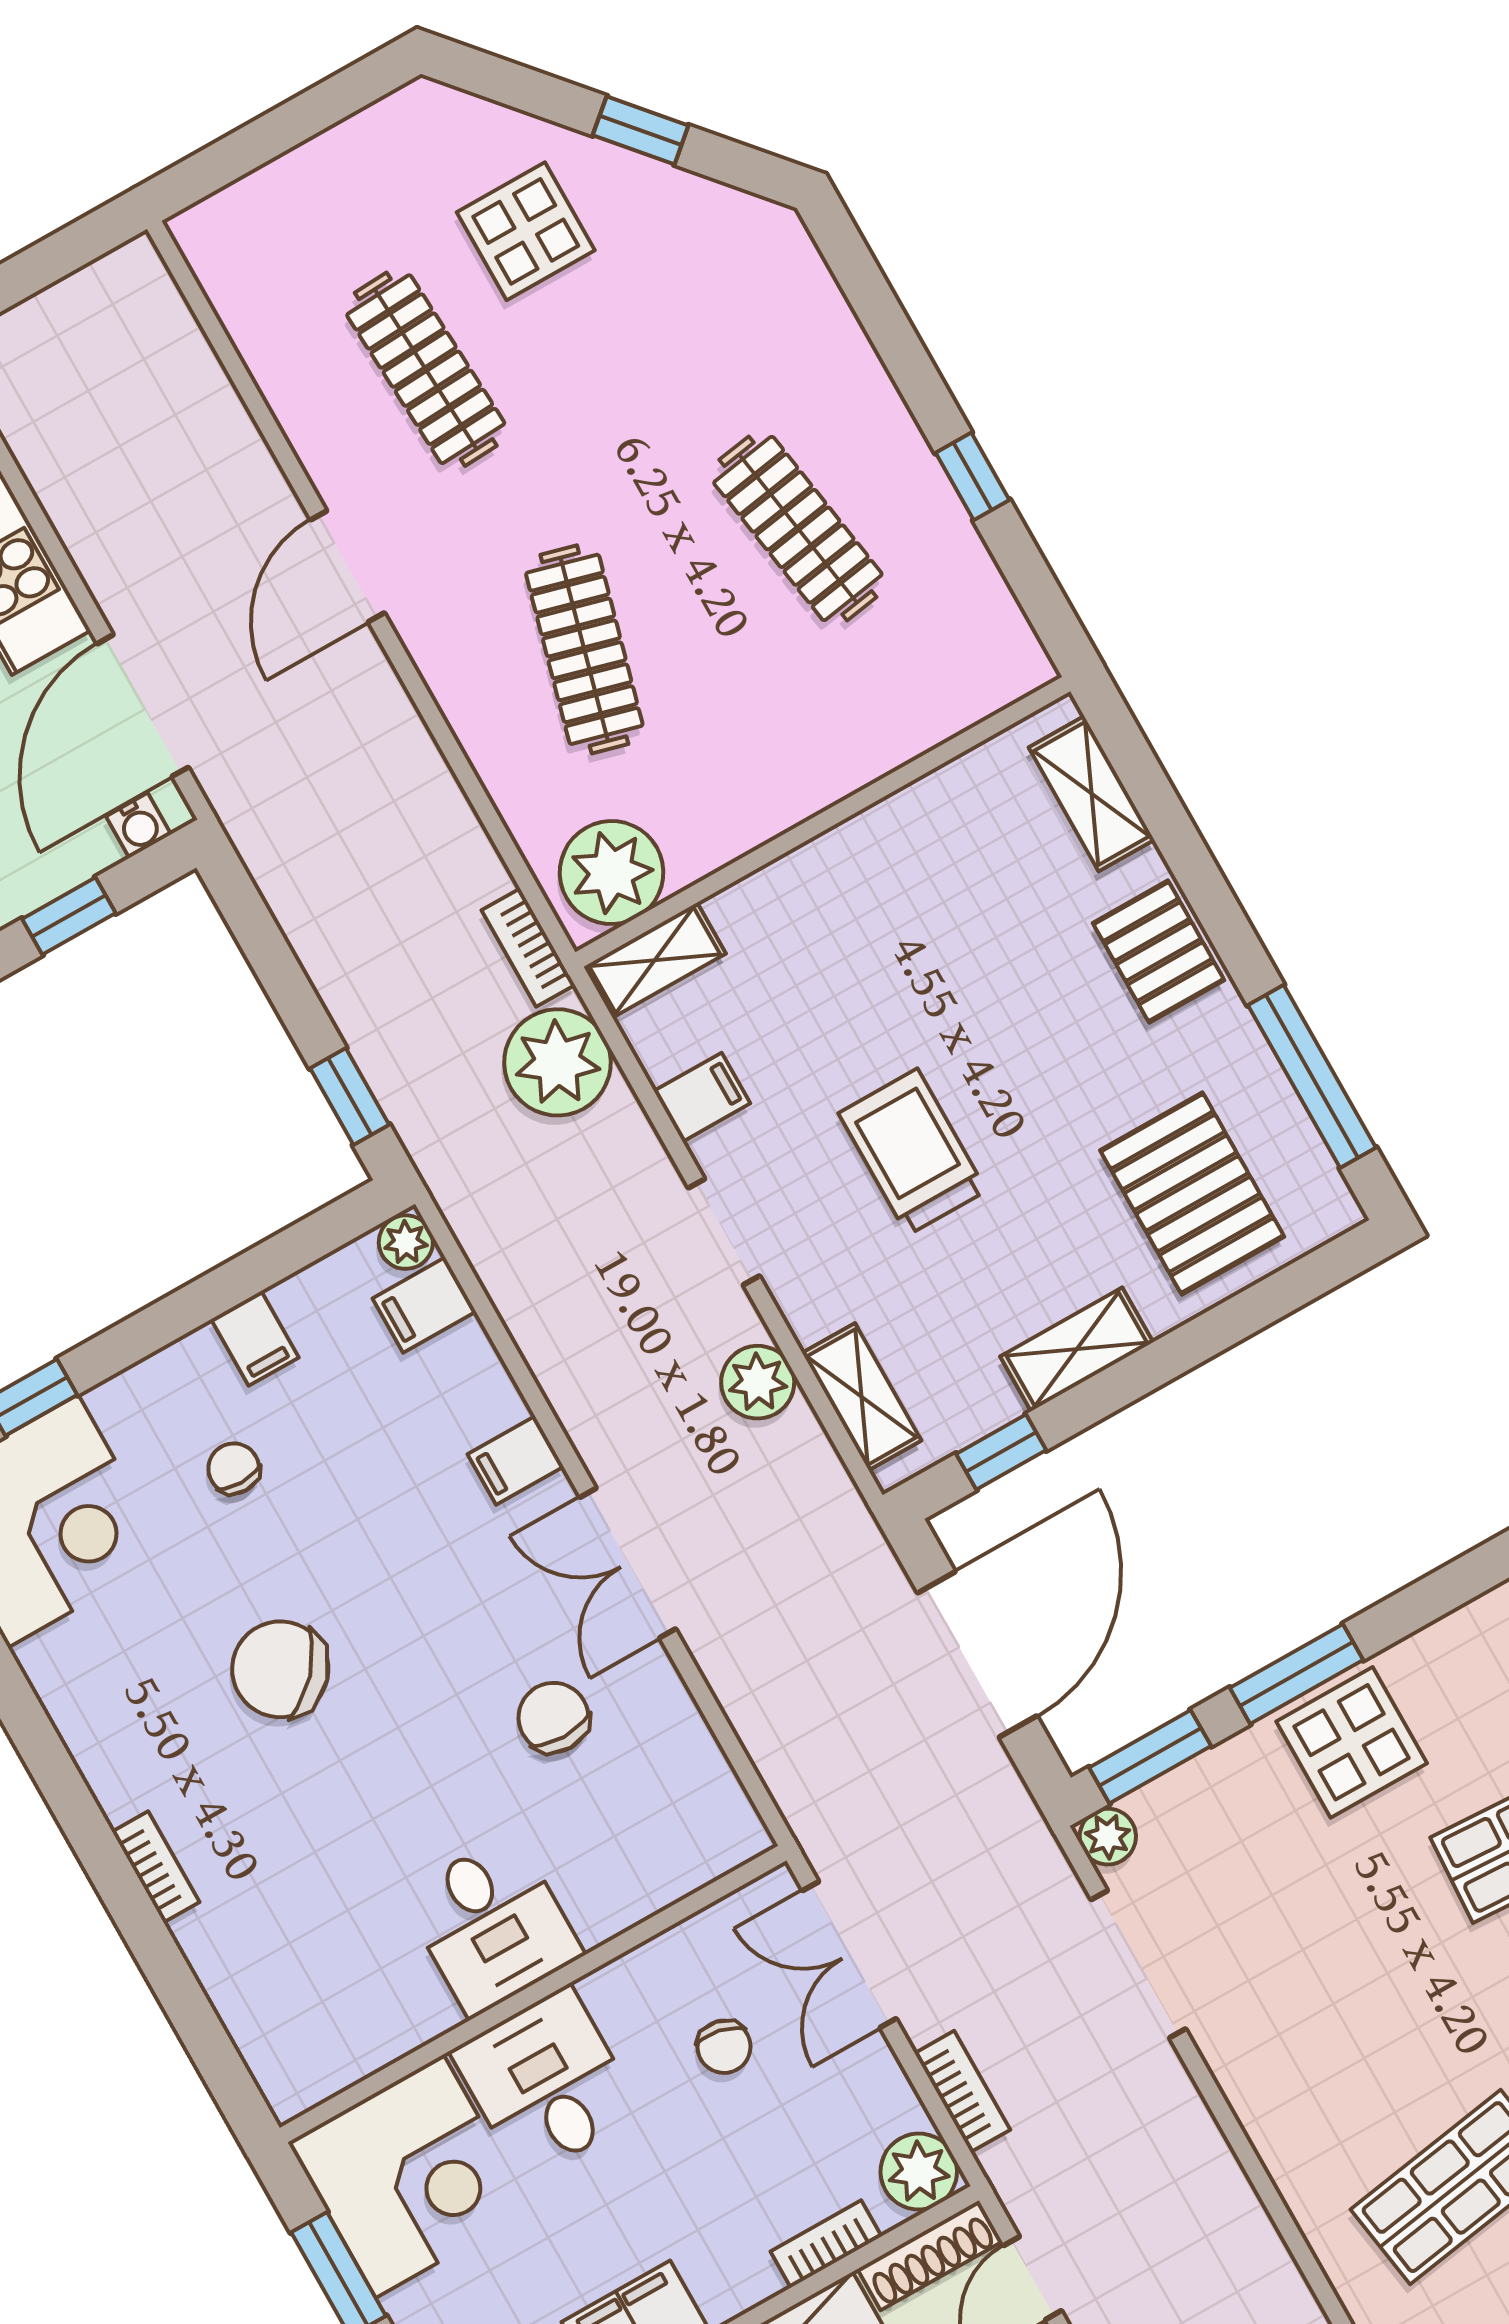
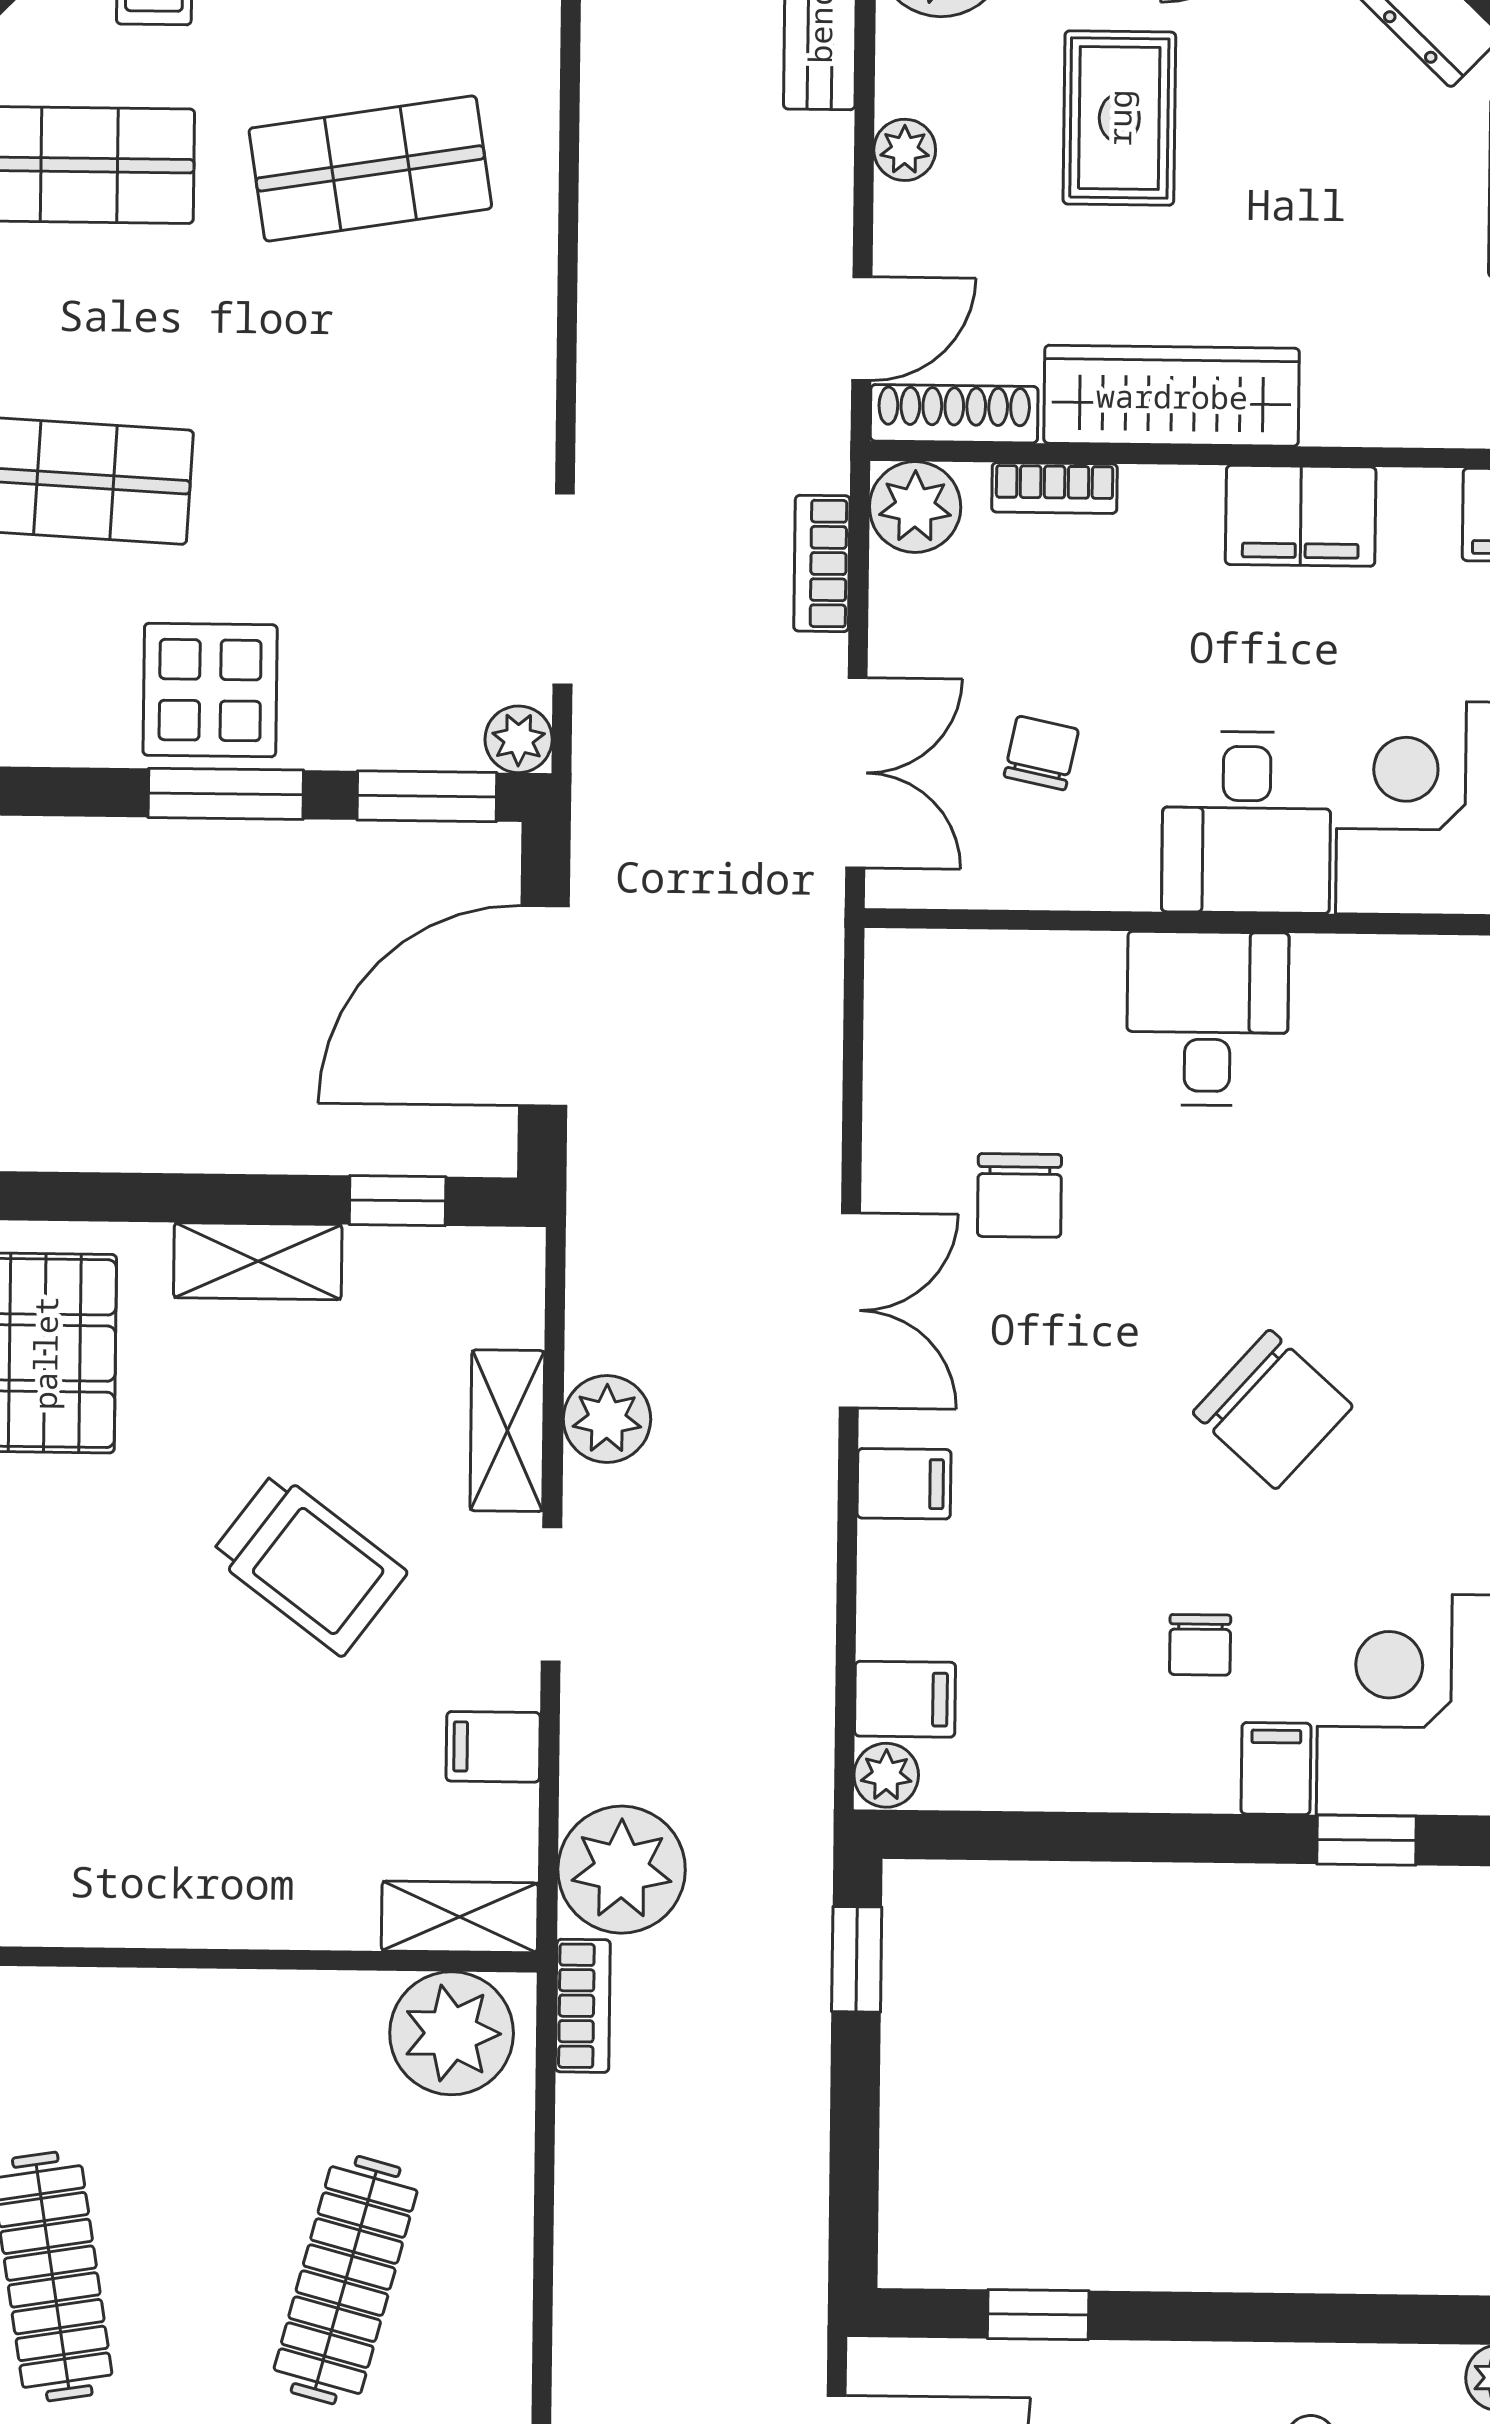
water cooler: (138, 825) -> (912, 2366), removed
trolley: (912, 1152) -> (309, 1564), turned -53
filing cabinet: (255, 1338) -> (1276, 1769), moved
shelving: (862, 1397) -> (507, 1431), moved

